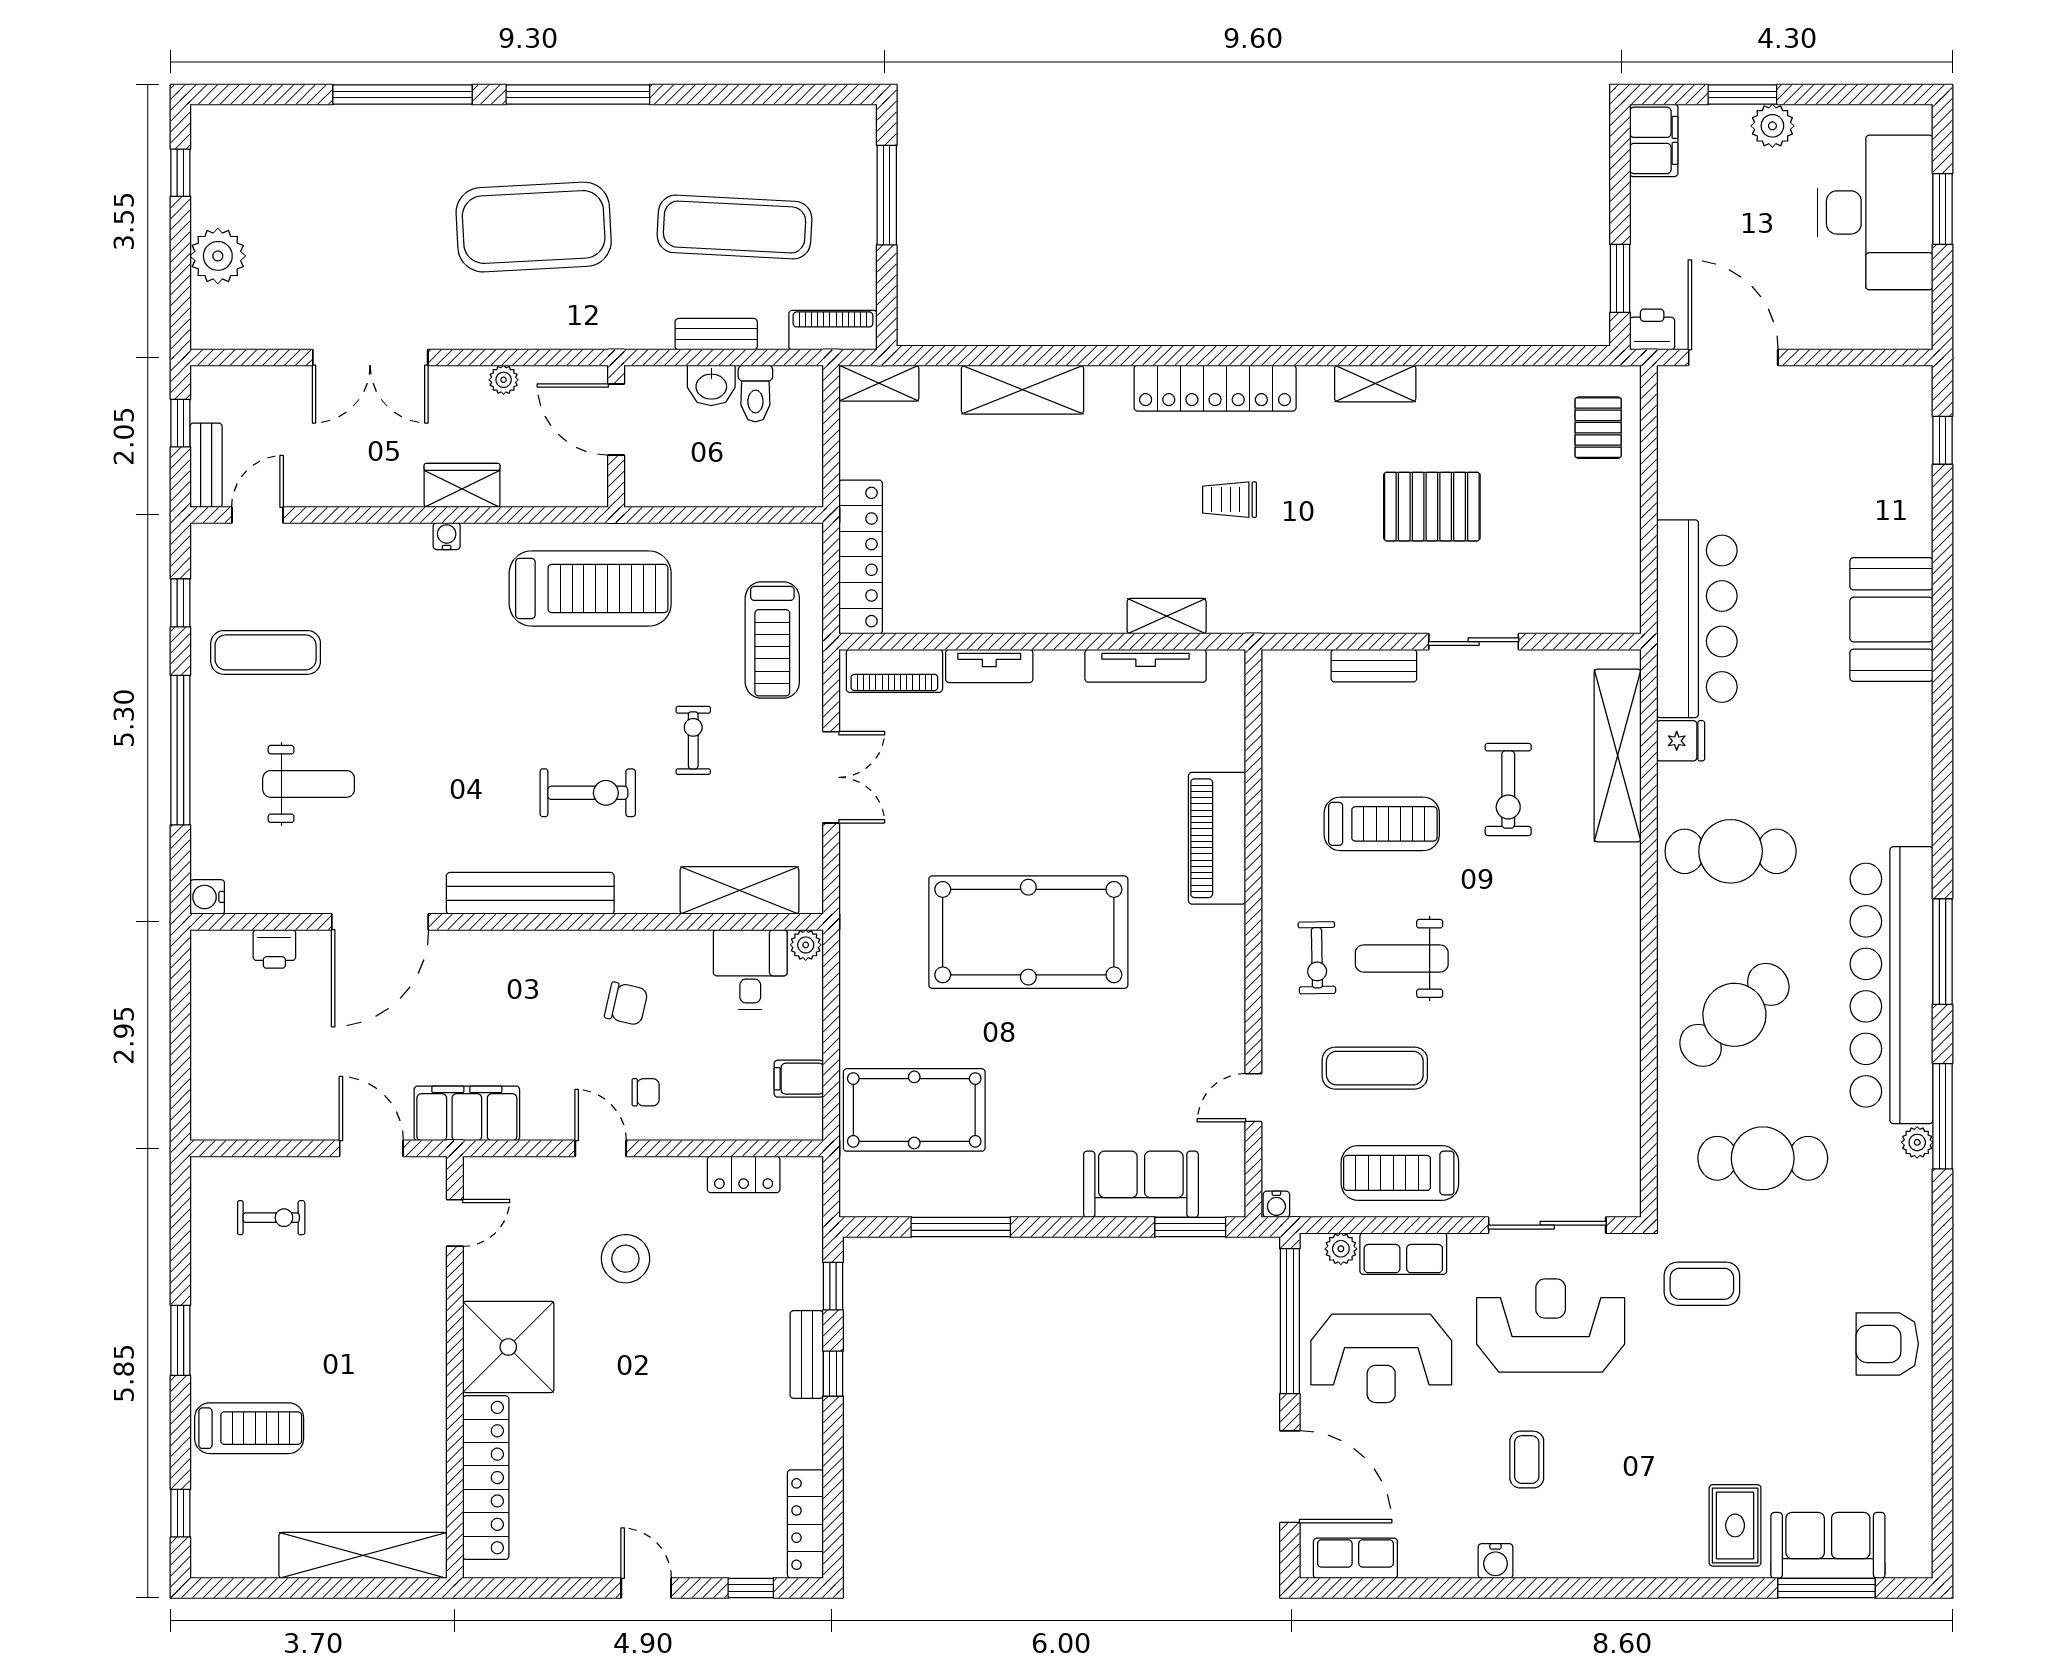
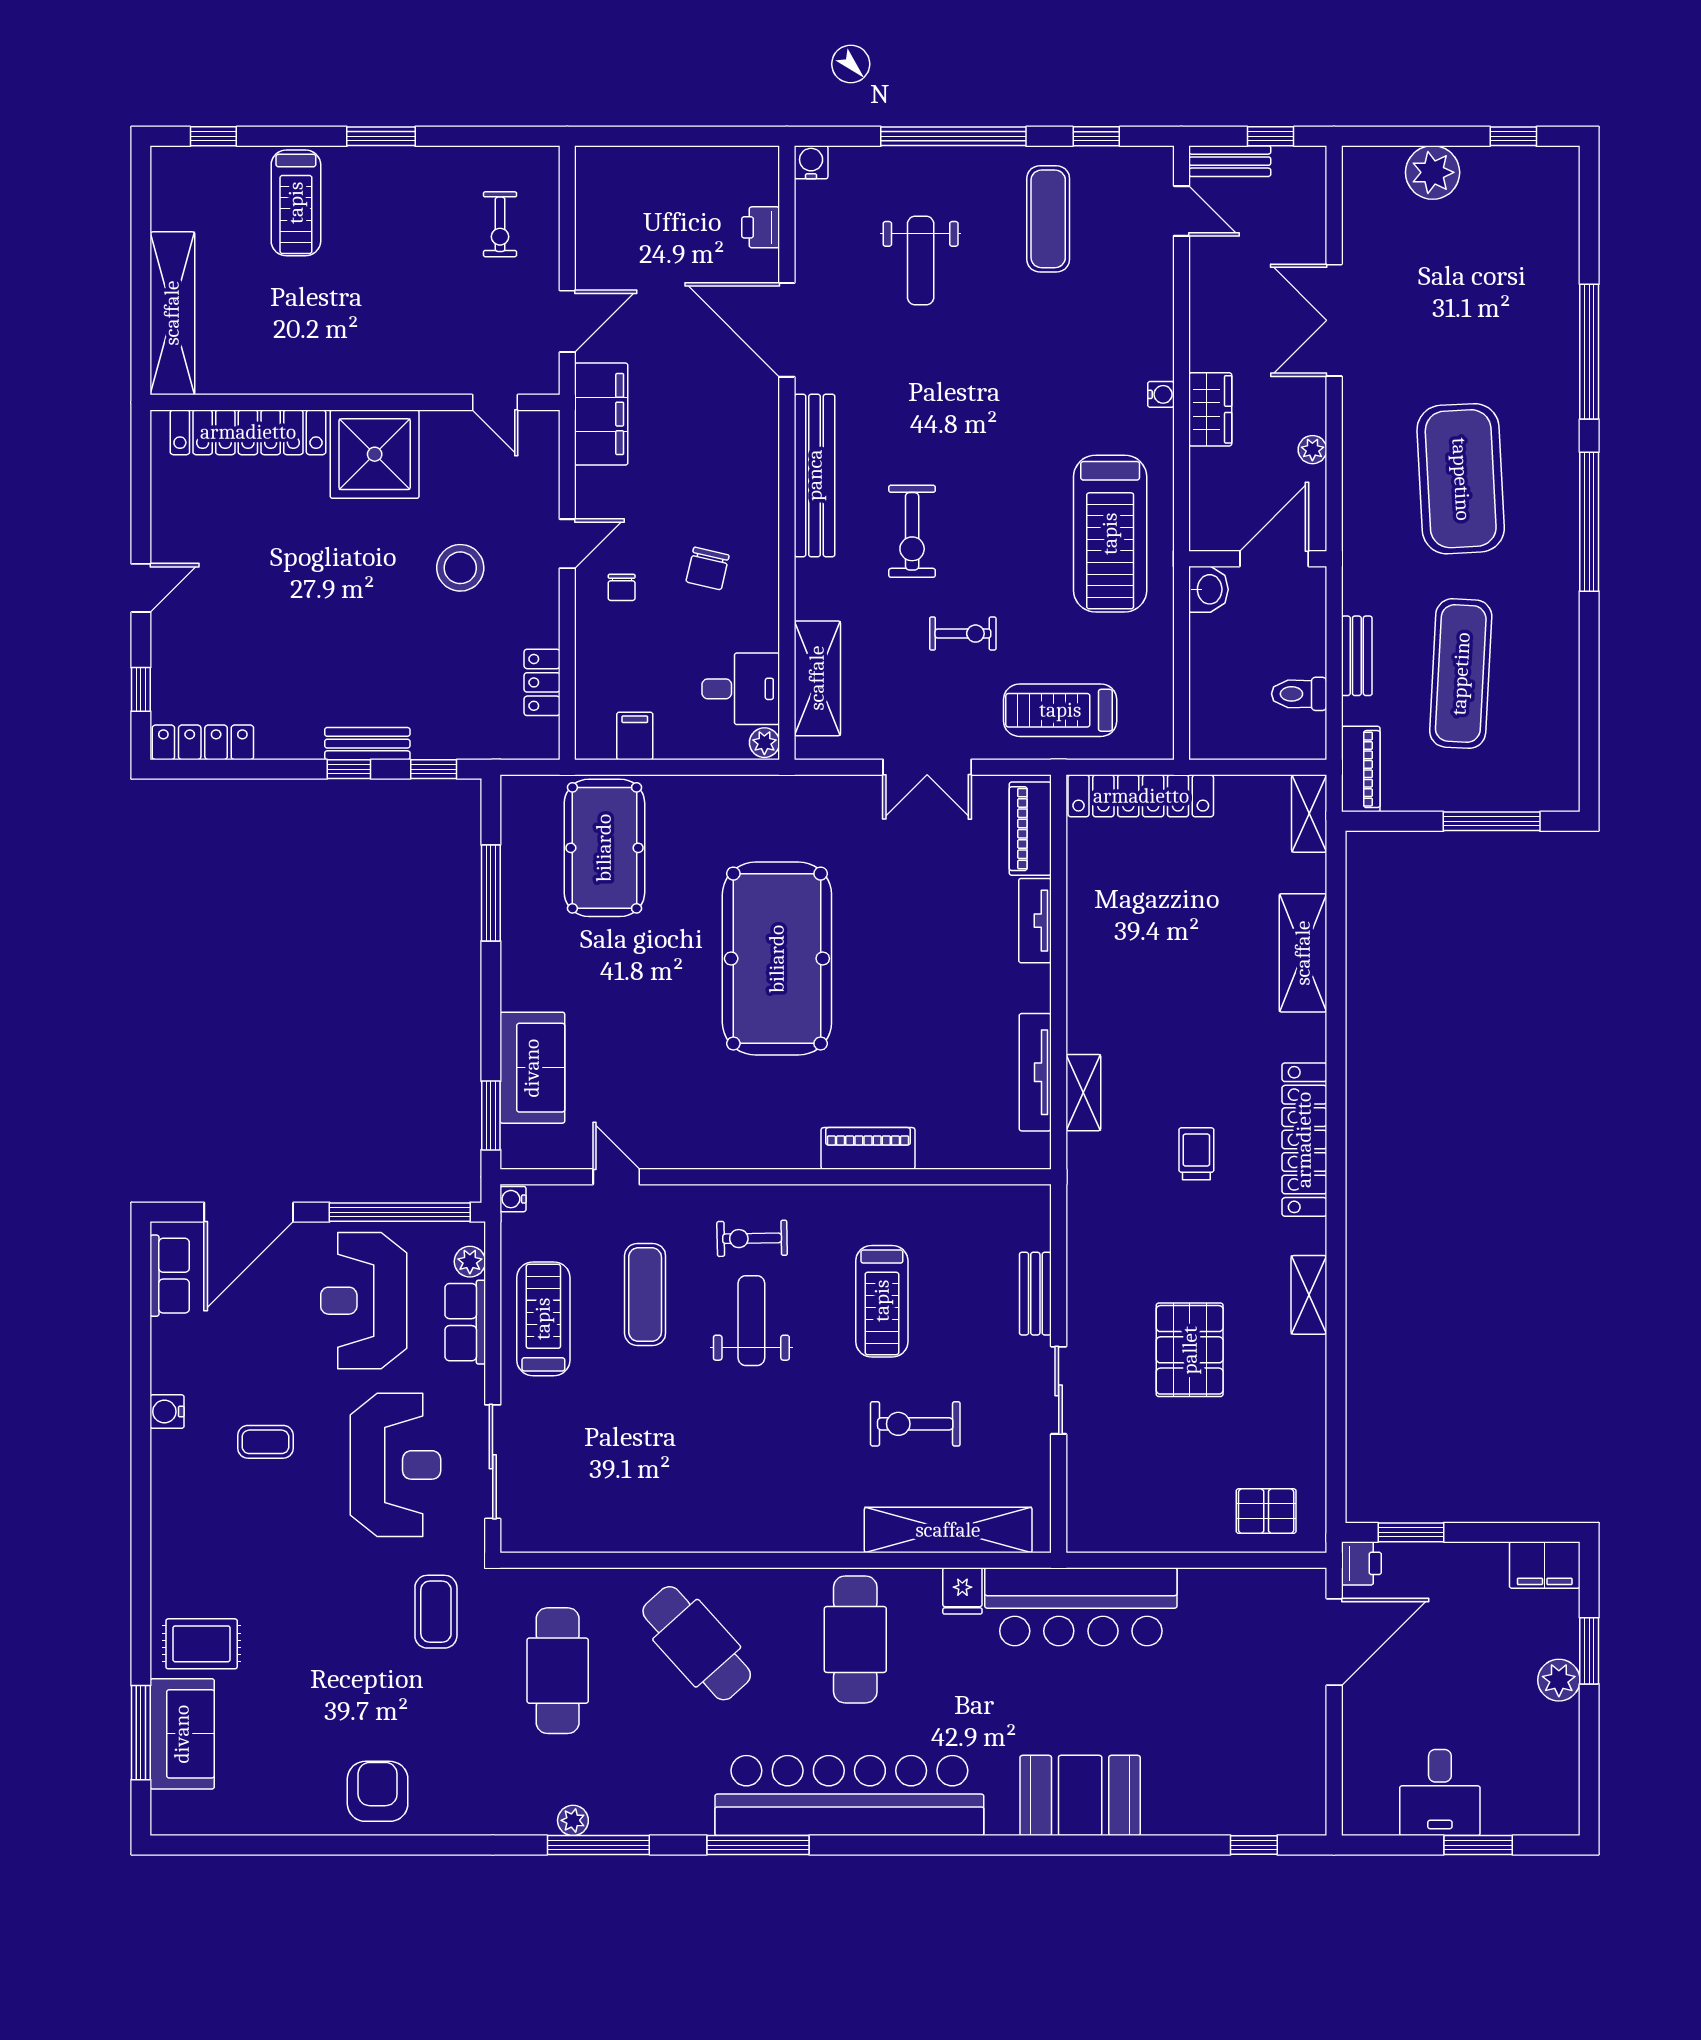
desk: (1875, 212) -> (1440, 1793), width x0.53, depth x0.77
washbasin: (711, 385) -> (1208, 589), moved, turned 180
piano: (1217, 838) -> (868, 1148), width x0.73, depth x0.75
bar counter: (1892, 985) -> (849, 1796), moved

